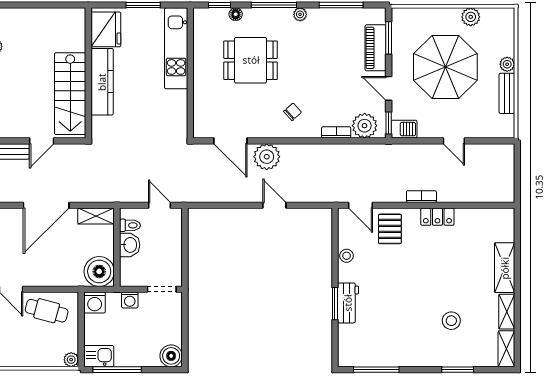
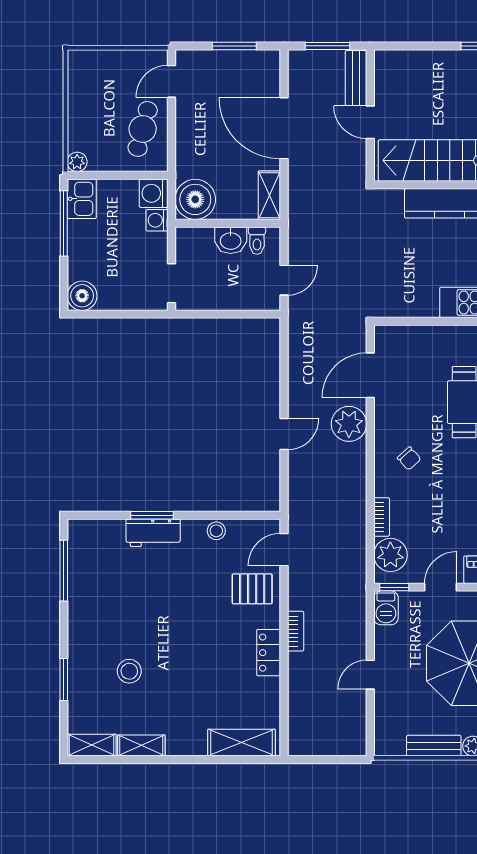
shelving: (505, 268) -> (241, 743), moved
washing machine: (130, 300) -> (157, 220), moved

